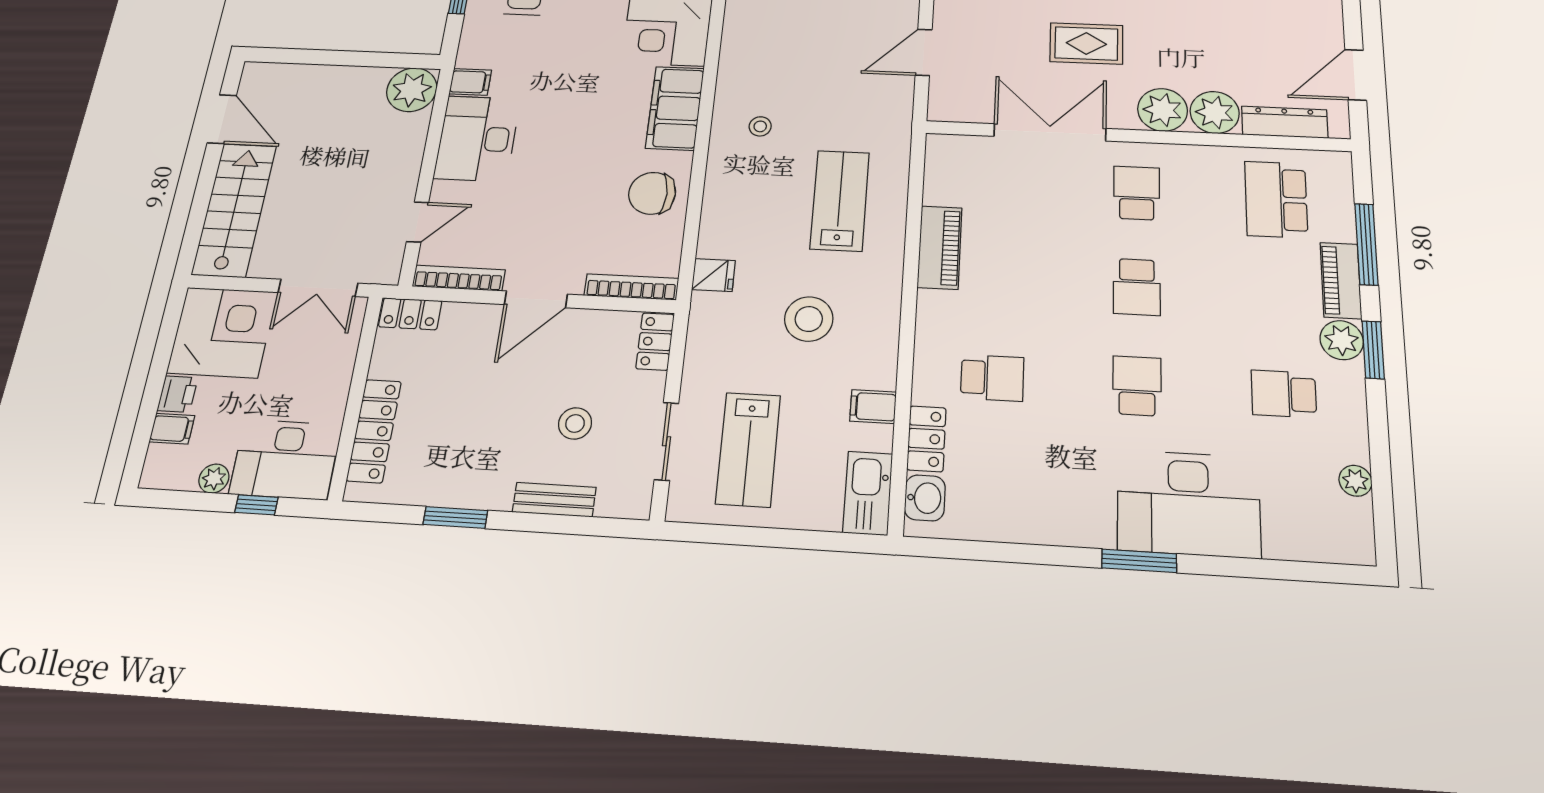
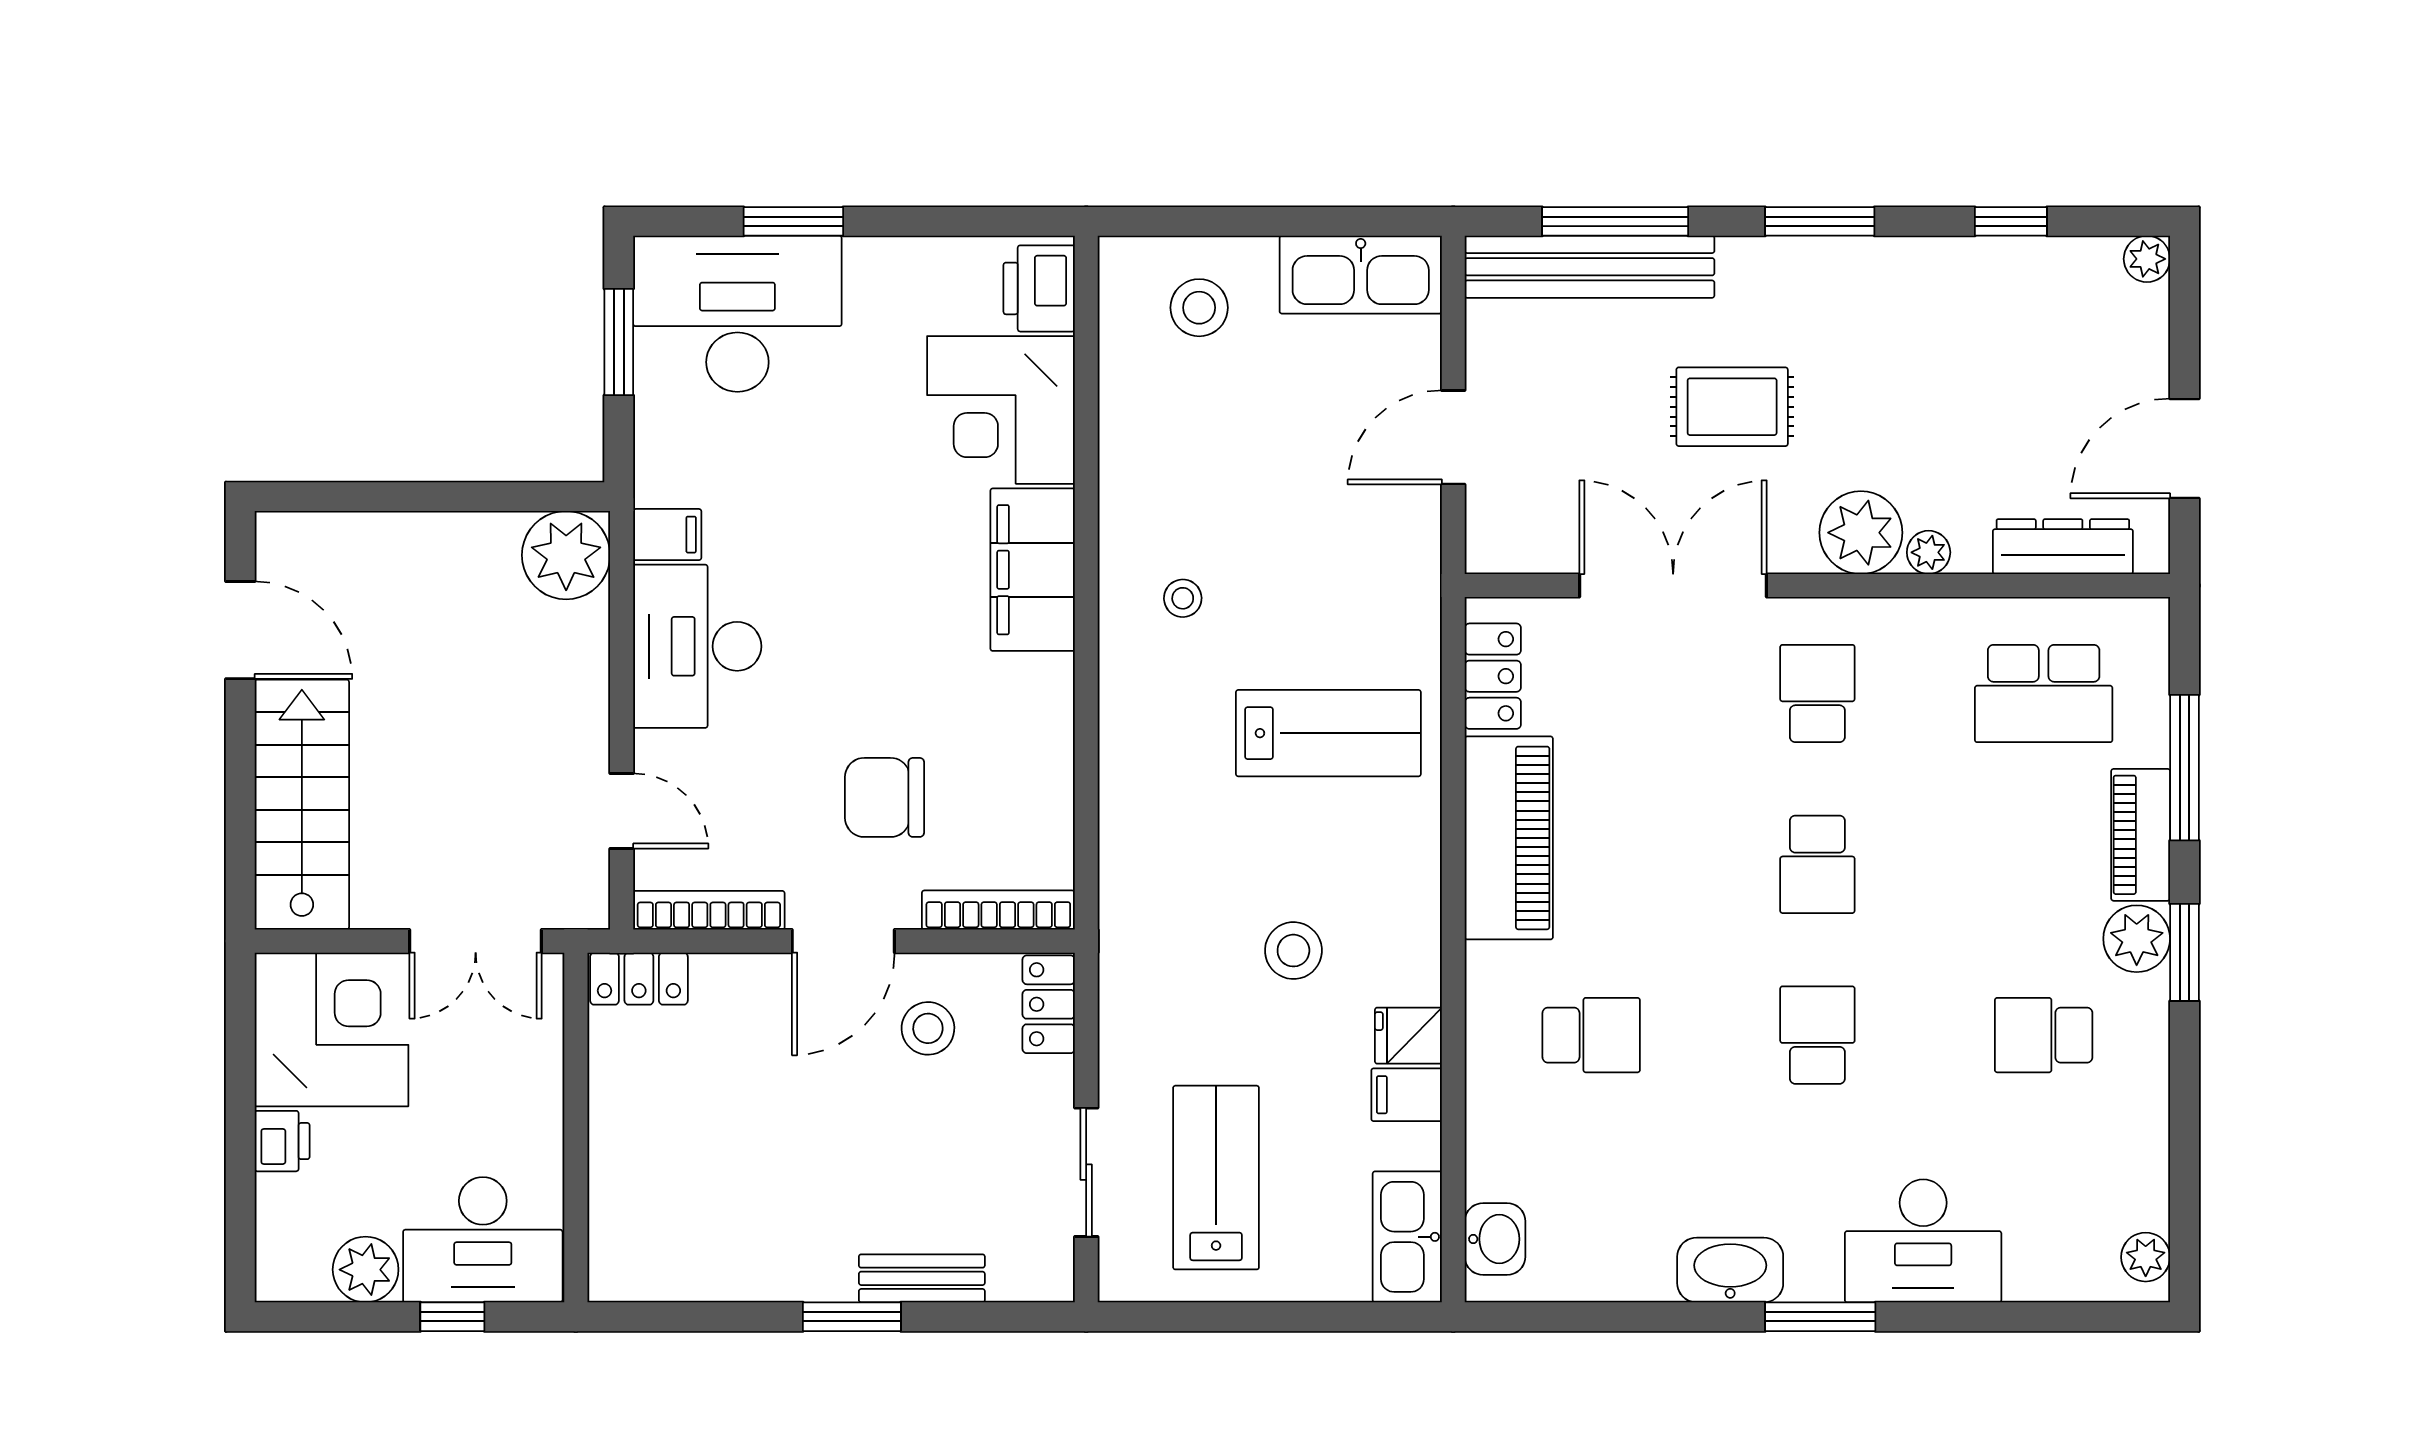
plant: (1215, 112) -> (1929, 552), width x0.53, depth x0.53
chair: (652, 193) -> (885, 797), moved
school desk: (1276, 199) -> (2044, 694), turned -90
lab bench: (840, 201) -> (1328, 733), turned 90
door: (418, 222) -> (622, 811), hinge flipped
piano: (940, 247) -> (1509, 838), width x1.37, depth x1.33
fridge: (713, 275) -> (1408, 1036), moved, turned 180
stool: (809, 319) -> (1293, 951), width x0.73, depth x0.73
stool: (575, 423) -> (928, 1028), moved
filing cabinet: (172, 429) -> (287, 1200), removed
locker: (374, 431) -> (617, 1184), removed
locker: (926, 439) -> (1493, 676), moved
lab bench: (748, 449) -> (1216, 1178), turned 180
plant: (214, 479) -> (366, 1270), width x1.38, depth x1.38
plant: (1355, 481) -> (2146, 1257), moved
desk: (1188, 504) -> (1923, 1241), width x0.73, depth x0.77
window: (455, 517) -> (852, 1317), moved
washbasin: (1079, 527) -> (1730, 1270), added

